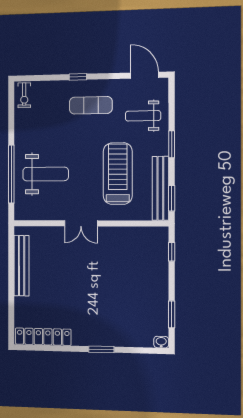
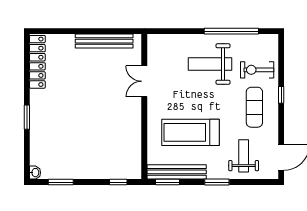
exercise bike: (24, 95) -> (257, 70), moved, width x1.38, depth x1.39
window: (11, 174) -> (231, 31), moved
weight bench: (46, 174) -> (210, 64), moved, turned 90
treadmill: (118, 174) -> (190, 132), turned 180
double door: (81, 223) -> (144, 81), moved

